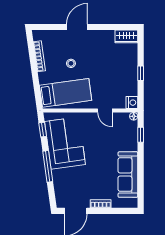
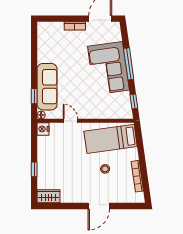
window: (141, 73) -> (34, 169), moved
corner sofa: (65, 143) -> (108, 68), moved
sofa: (128, 175) -> (47, 87), moved

